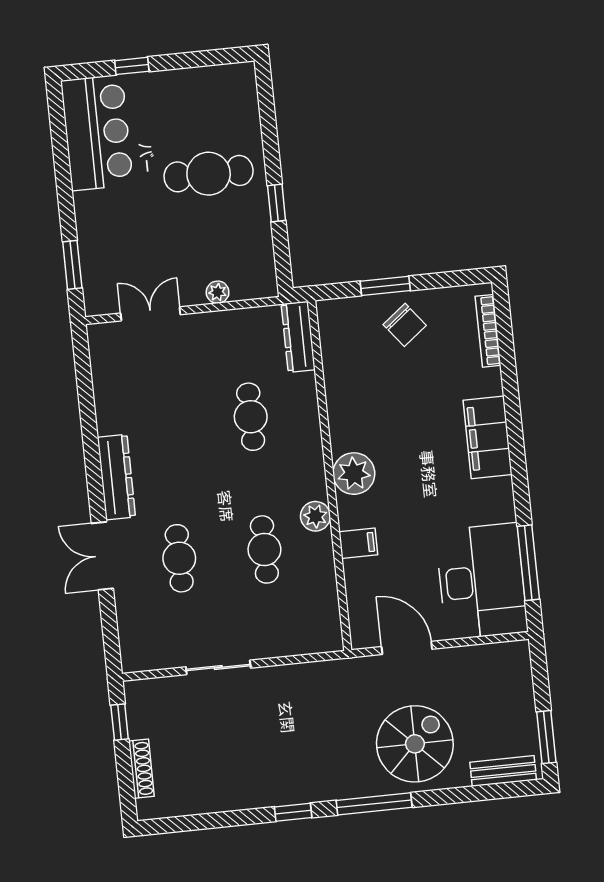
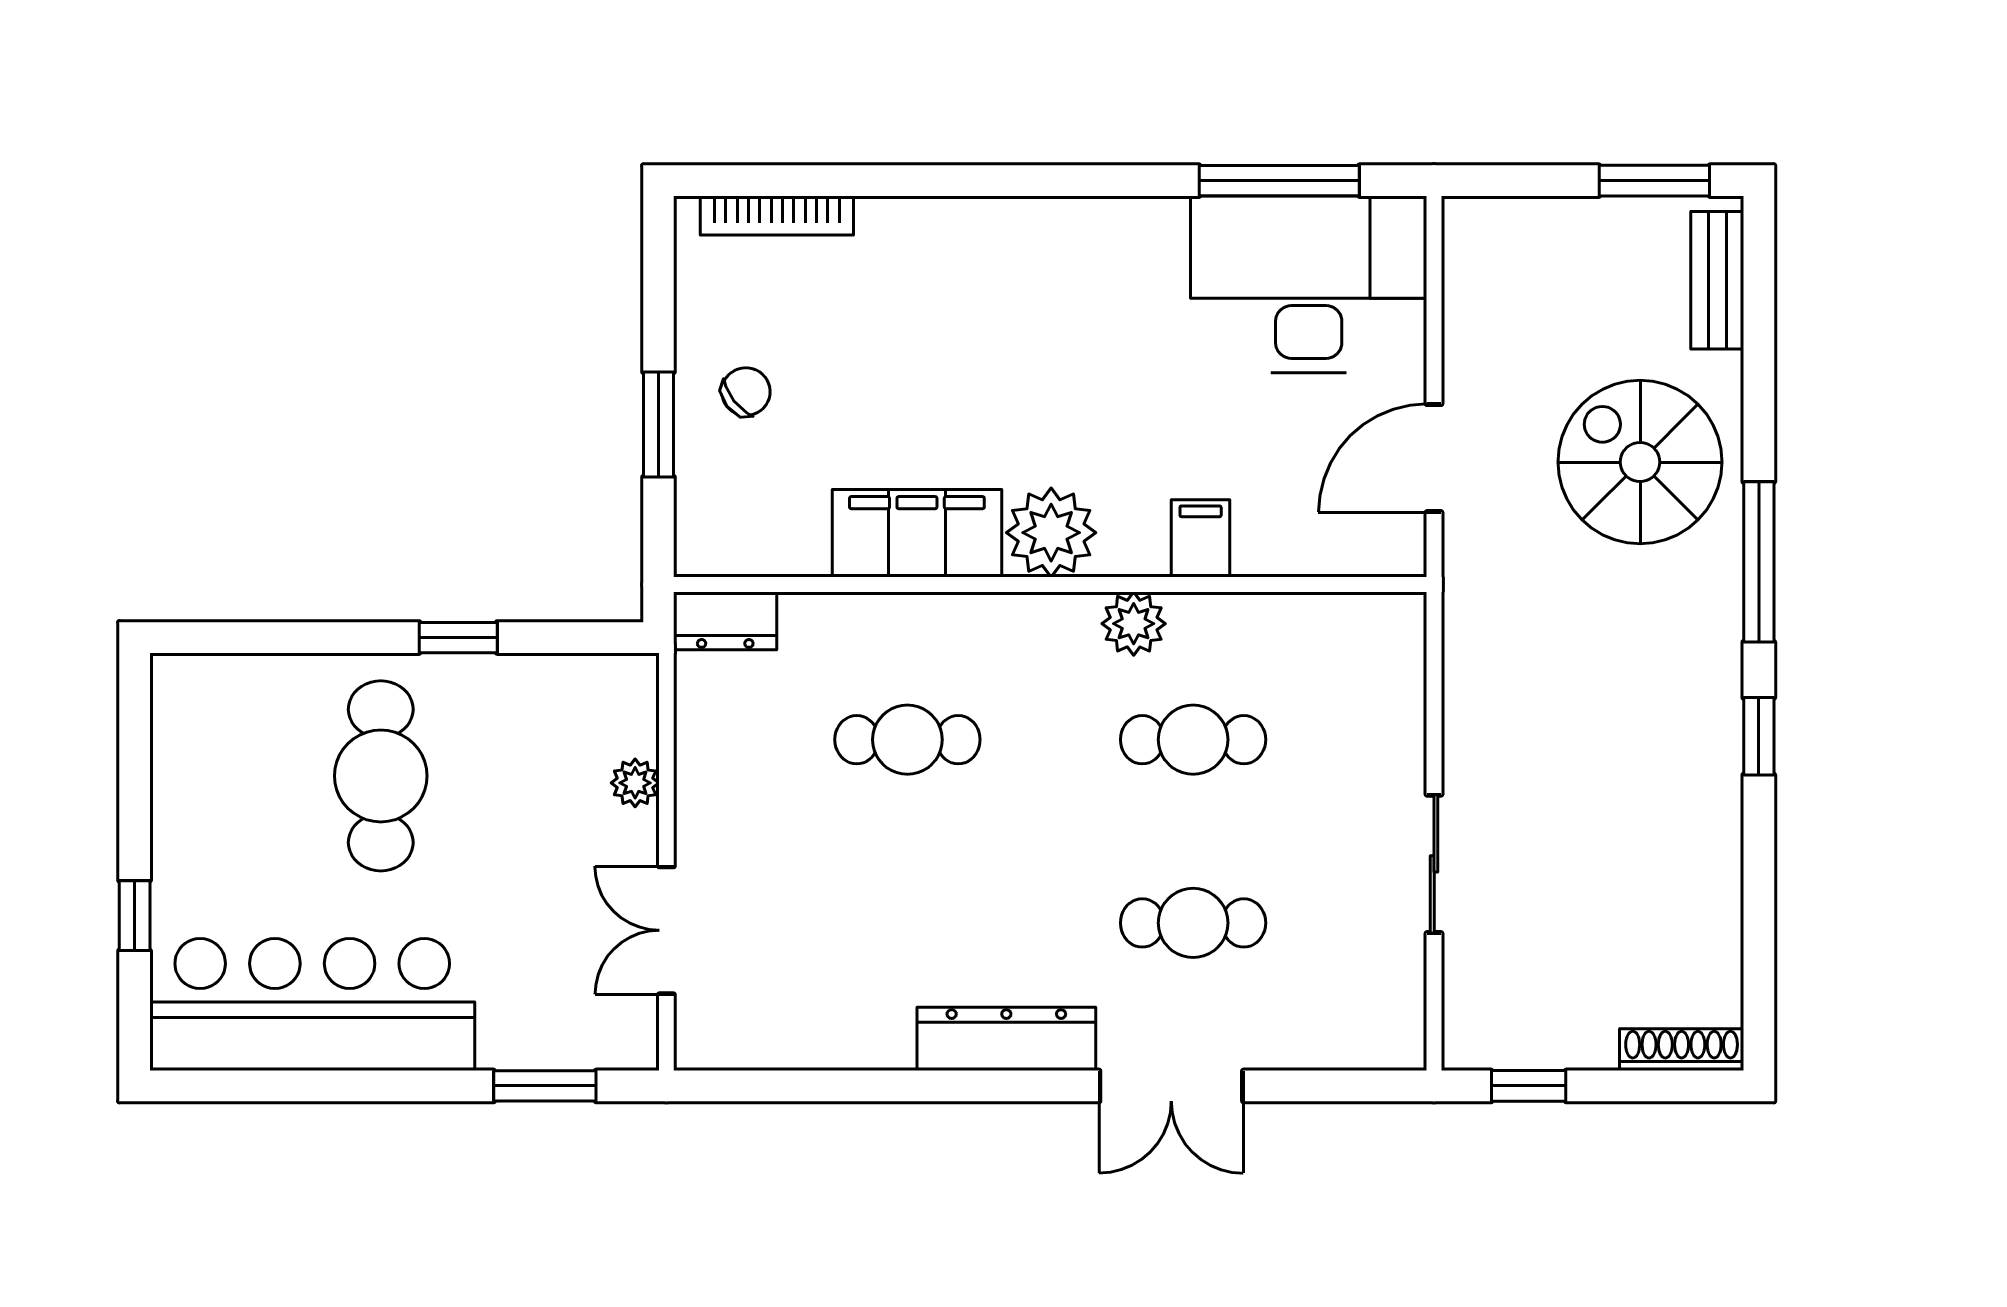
bar counter: (97, 133) -> (312, 1005), width x1.36
chair: (405, 325) -> (746, 392), width x0.73, depth x0.73
dresser: (298, 337) -> (725, 621), width x0.70
filing cabinet: (488, 437) -> (917, 533), moved, turned 180
shoe rack: (141, 769) -> (1682, 1050), moved

